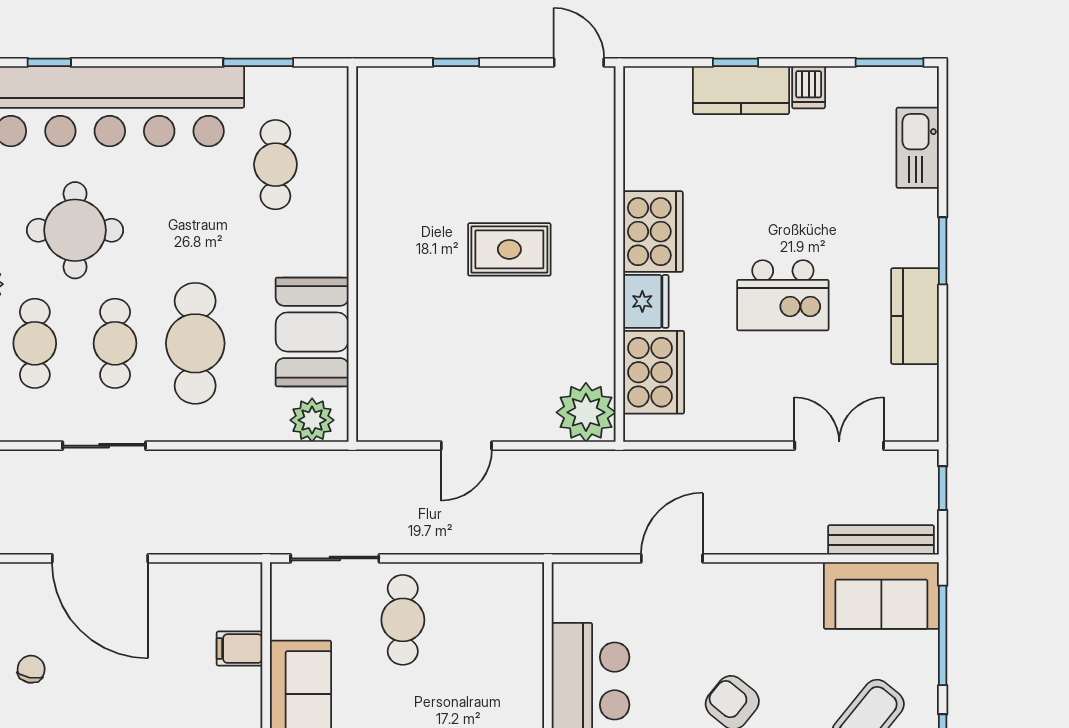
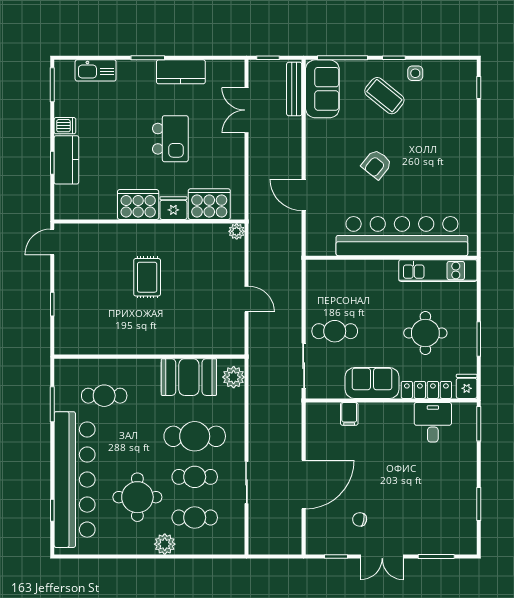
plant: (586, 412) -> (237, 231), width x0.53, depth x0.53

